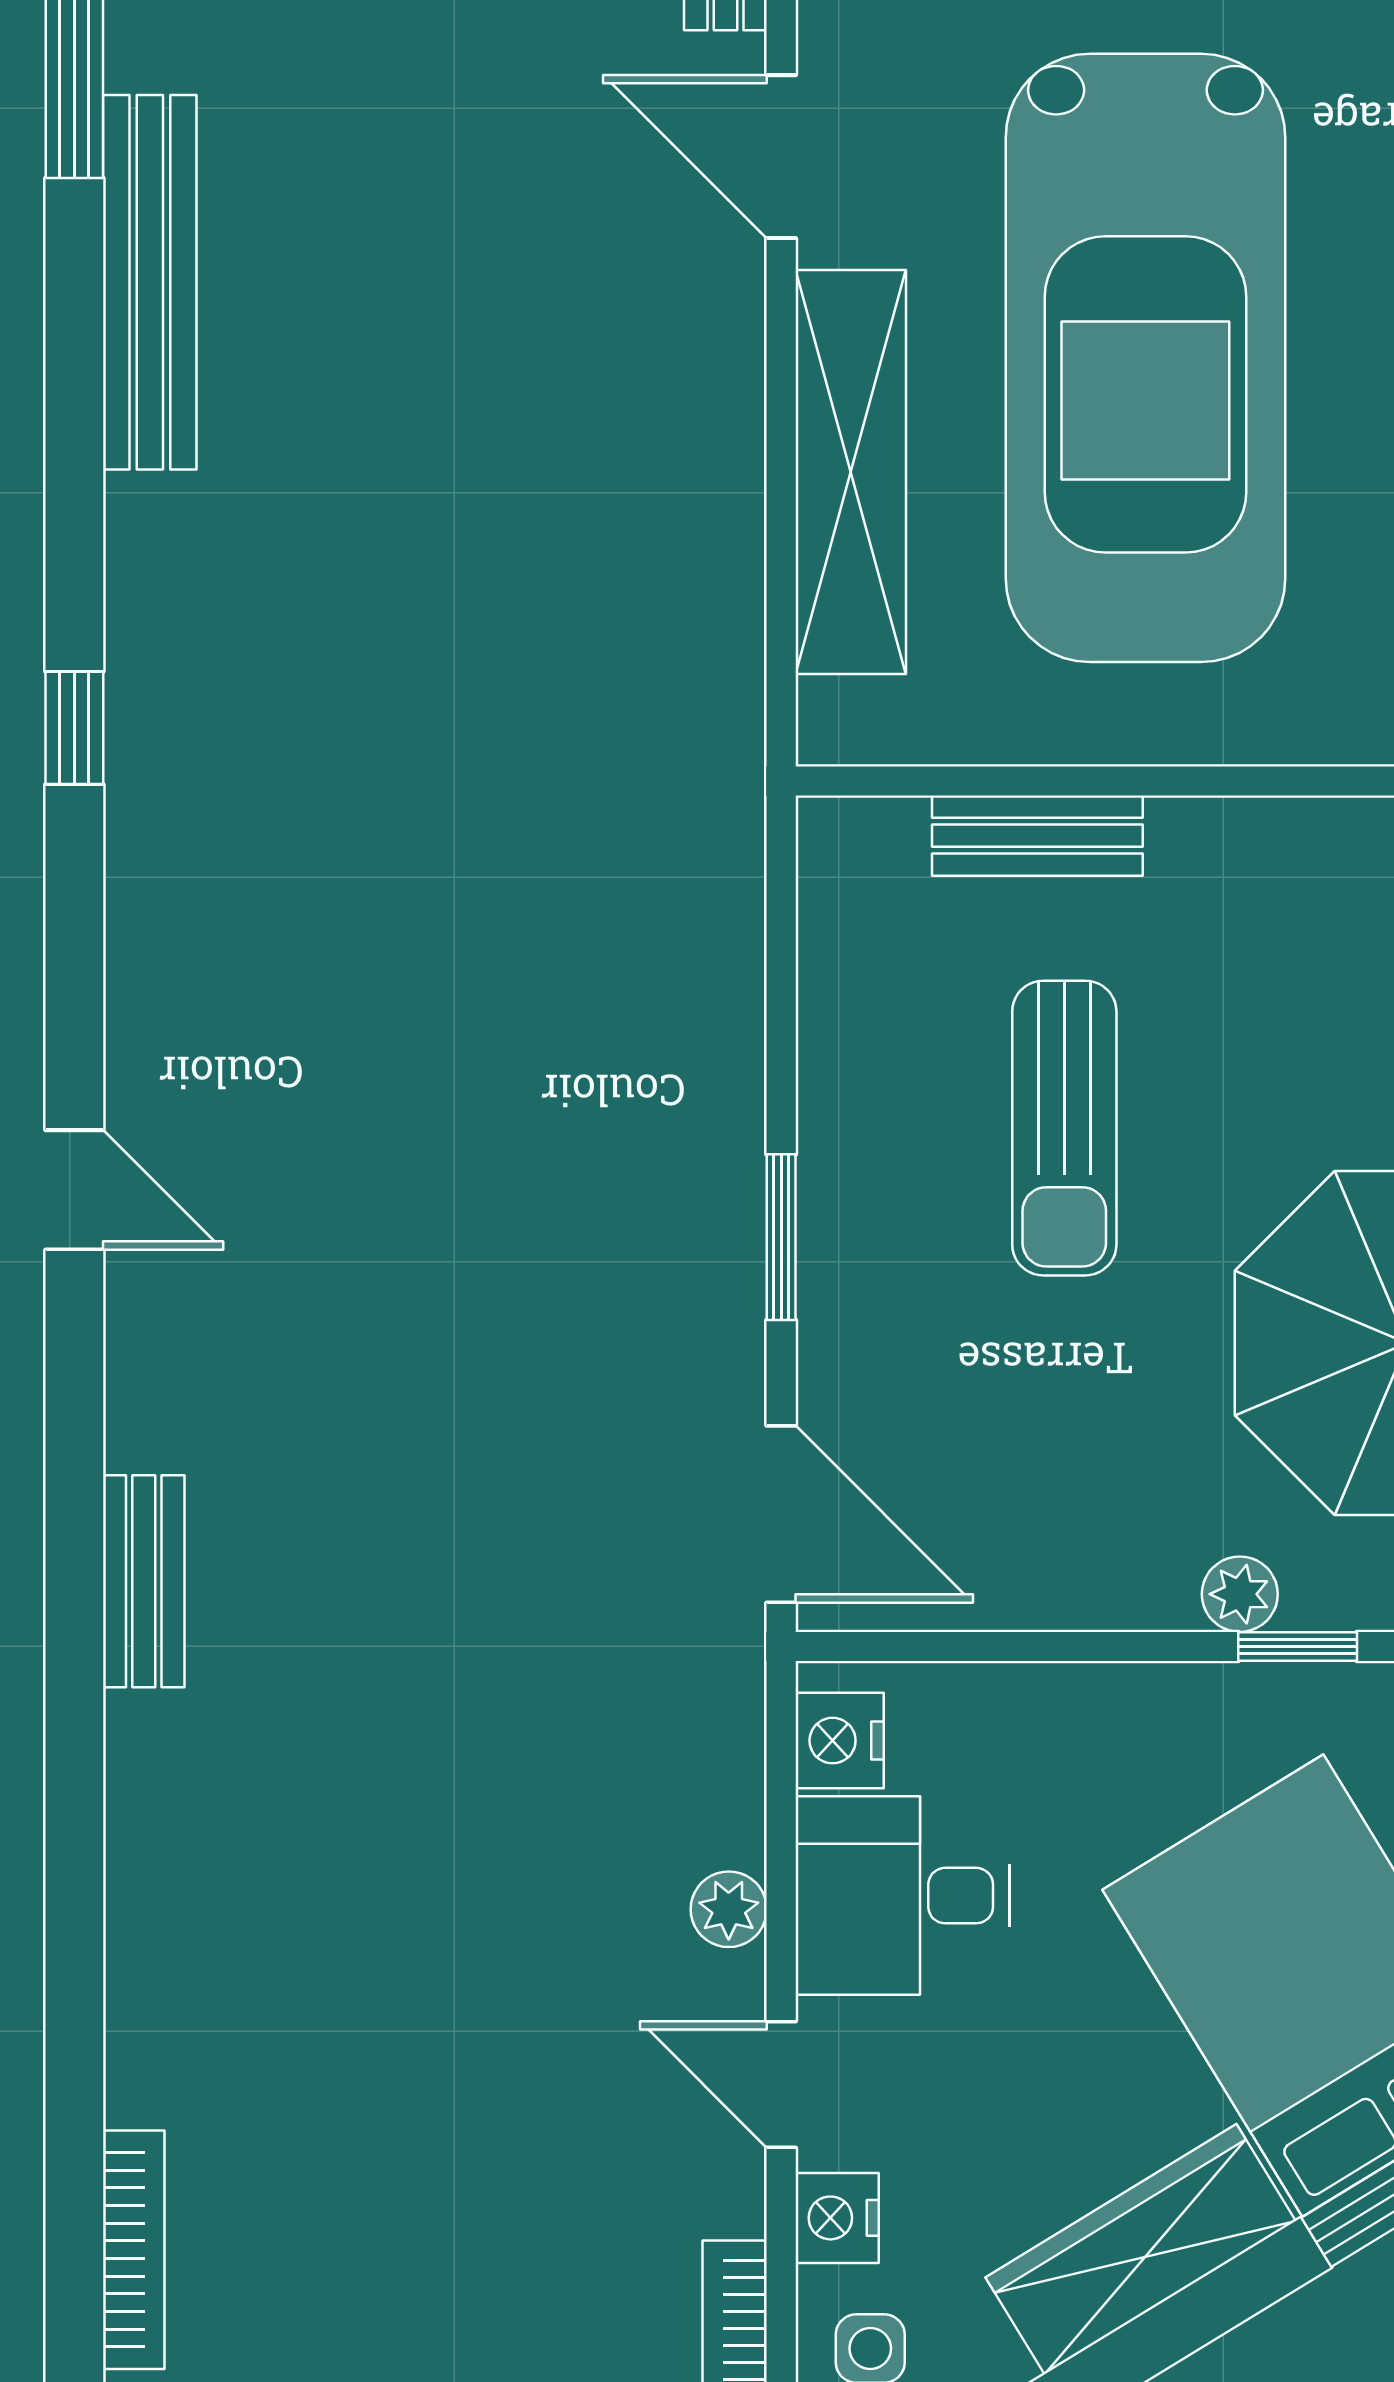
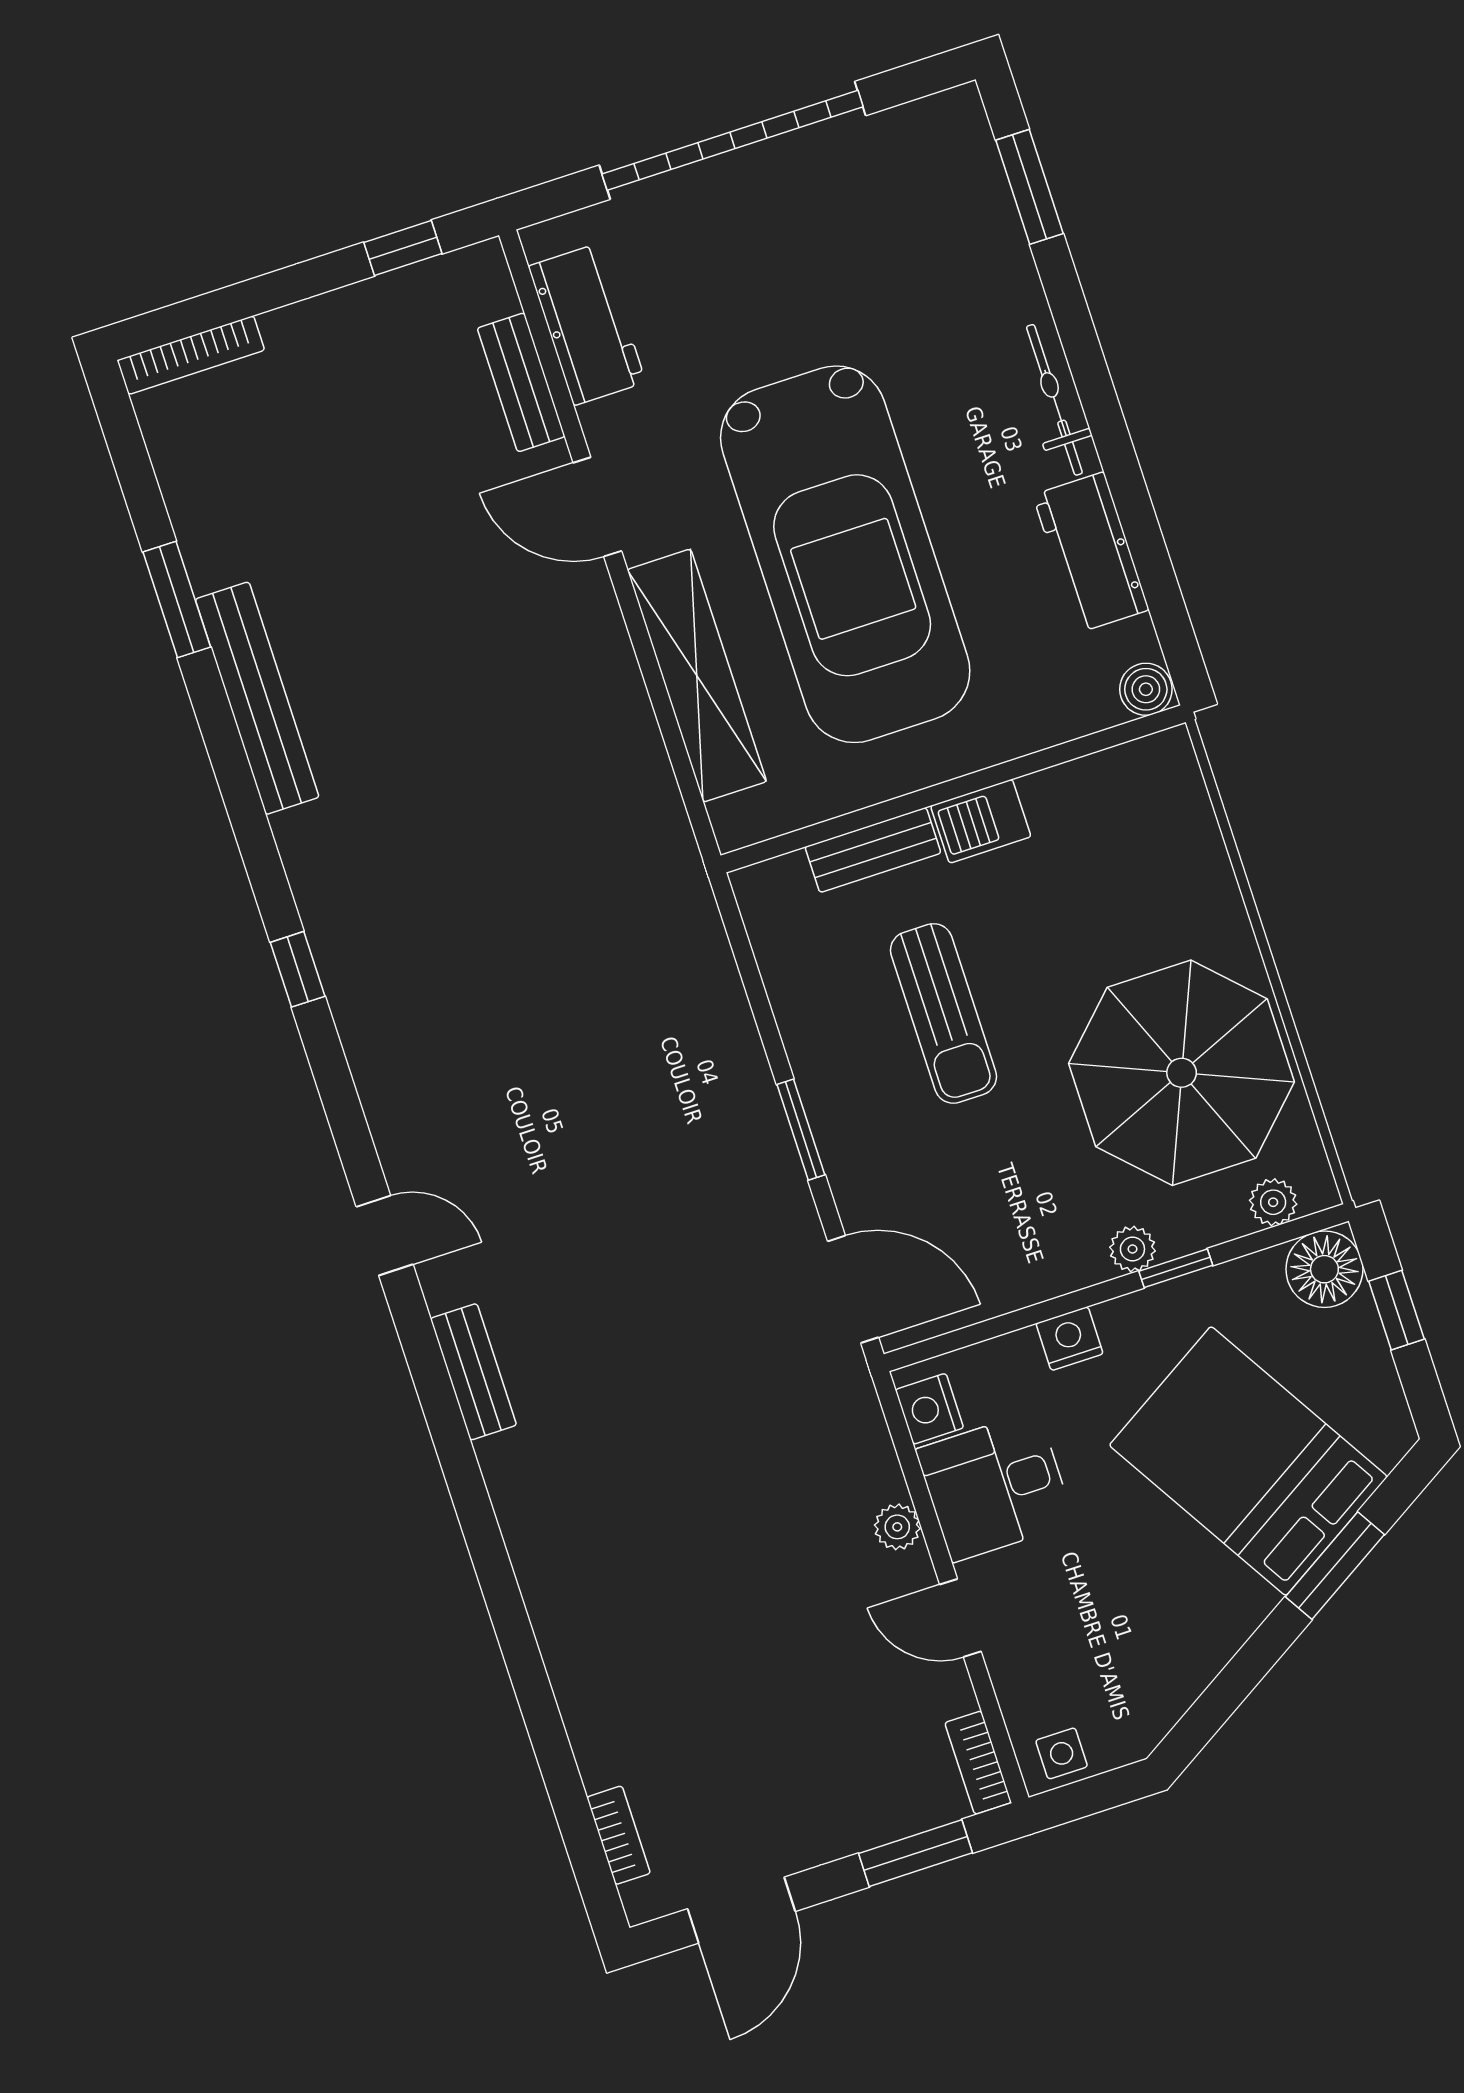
barbecue: (1221, 846) -> (981, 821), added
bench: (144, 1581) -> (473, 1372), moved
nightstand: (837, 2218) -> (1070, 1339), moved, turned 90
wardrobe: (1141, 2249) -> (1199, 1645), removed
bookcase: (134, 2250) -> (619, 1835), width x0.64

